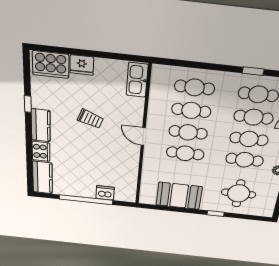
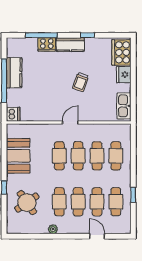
kitchen sink: (137, 80) -> (124, 106), moved, turned -90
window: (29, 156) -> (41, 35), added
kitchen counter: (43, 178) -> (14, 73), moved, turned -90
dishwasher: (105, 193) -> (13, 114), moved
round table: (239, 193) -> (27, 203), turned -35

